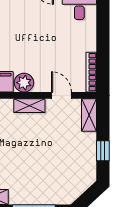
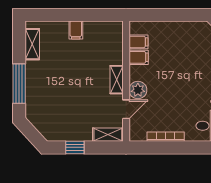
bookcase: (91, 72) -> (166, 137), moved
plant: (24, 83) -> (138, 90), moved

